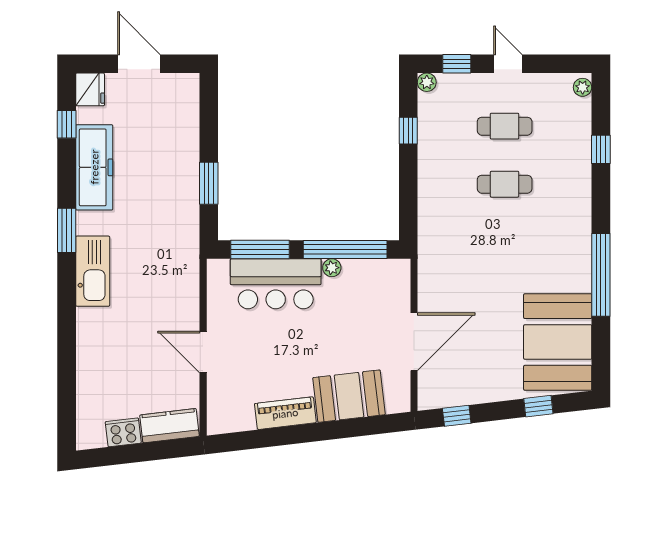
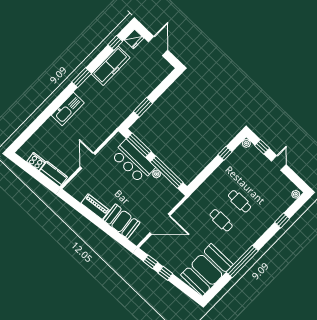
cafe table: (505, 126) -> (221, 220), moved
kitchen sink: (93, 271) -> (68, 109), moved
window: (538, 406) -> (165, 273), moved

